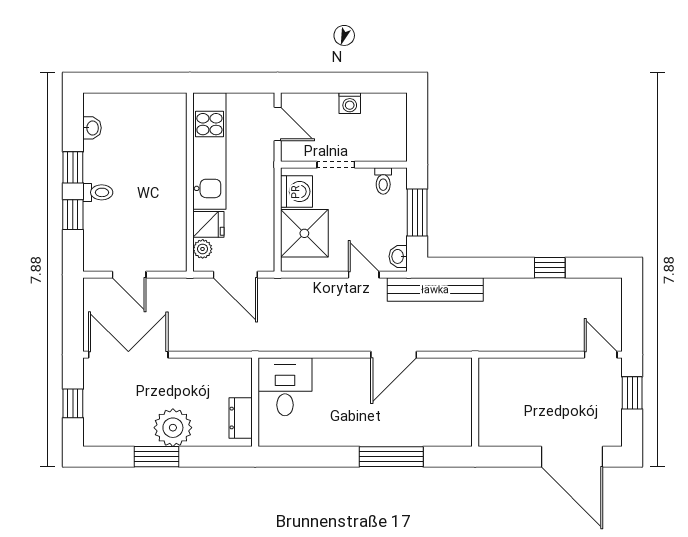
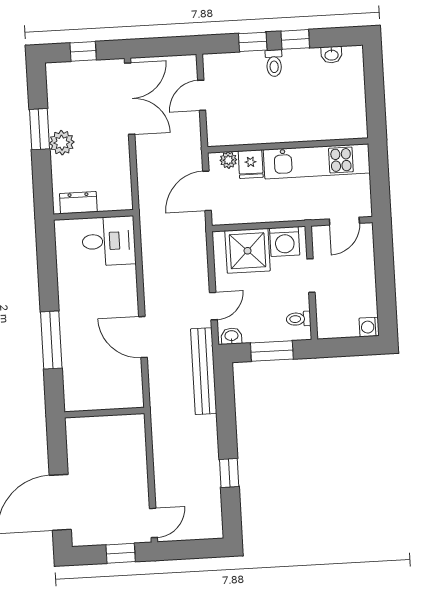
washing machine: (350, 103) -> (369, 327), moved
plant: (173, 428) -> (62, 143), width x0.73, depth x0.73

